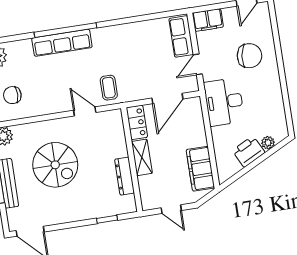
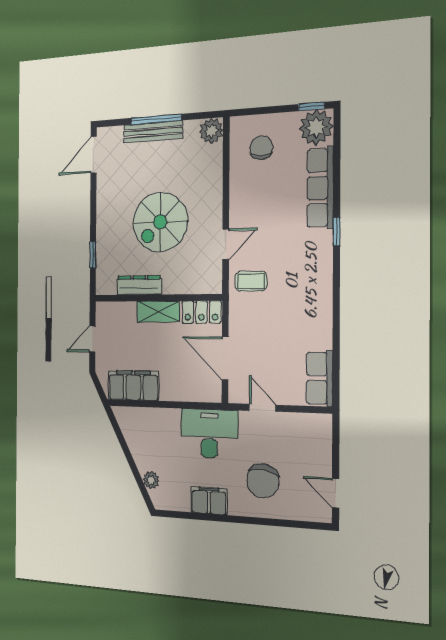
filing cabinet: (208, 20) -> (209, 501), moved, turned 90
window: (65, 30) -> (337, 232), width x0.32
row of seats: (181, 36) -> (319, 378), moved, turned -90
row of seats: (62, 43) -> (320, 188), moved
printer: (249, 152) -> (144, 452), removed
spiral stairs: (55, 165) -> (160, 222), moved

